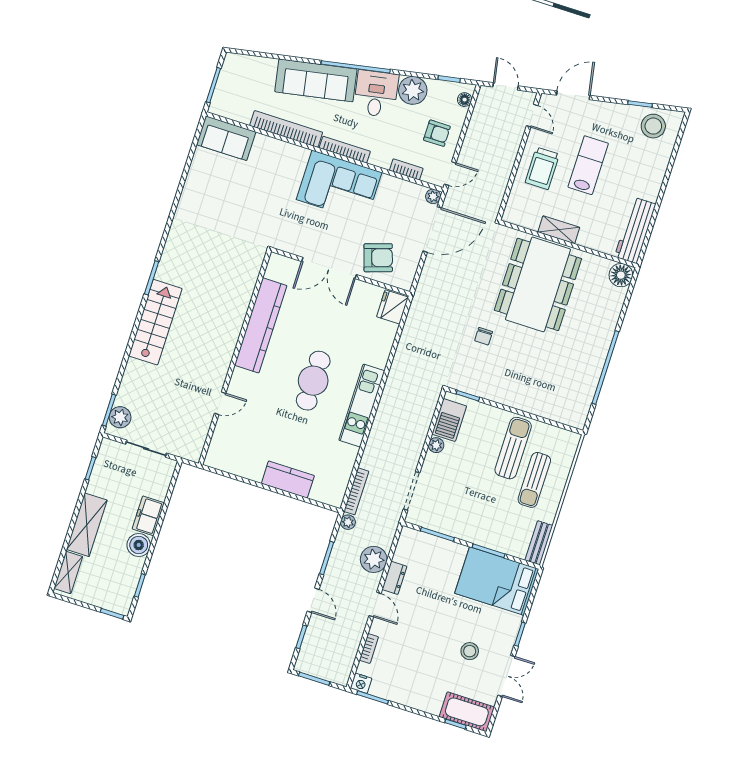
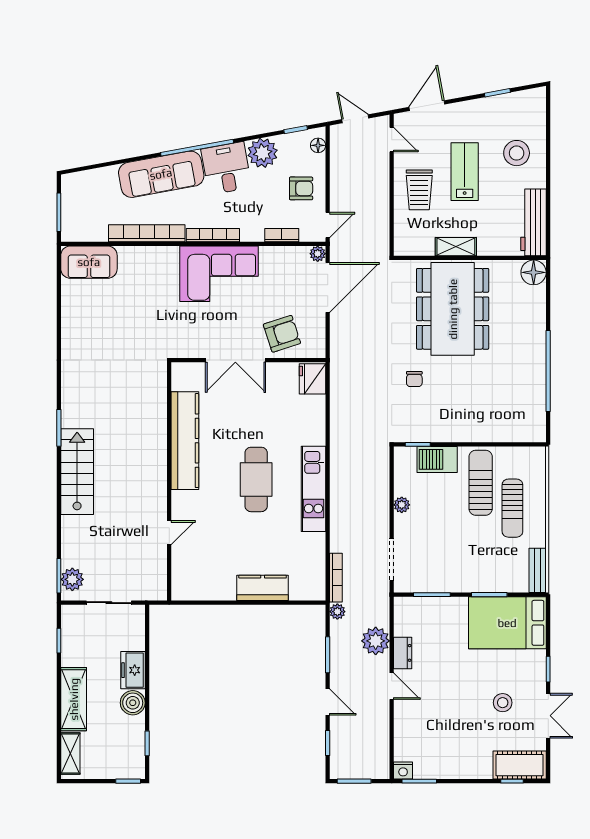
stool: (653, 126) -> (517, 153), moved
barbecue: (449, 420) -> (437, 459), moved, turned 90
bookcase: (369, 648) -> (400, 733), removed

